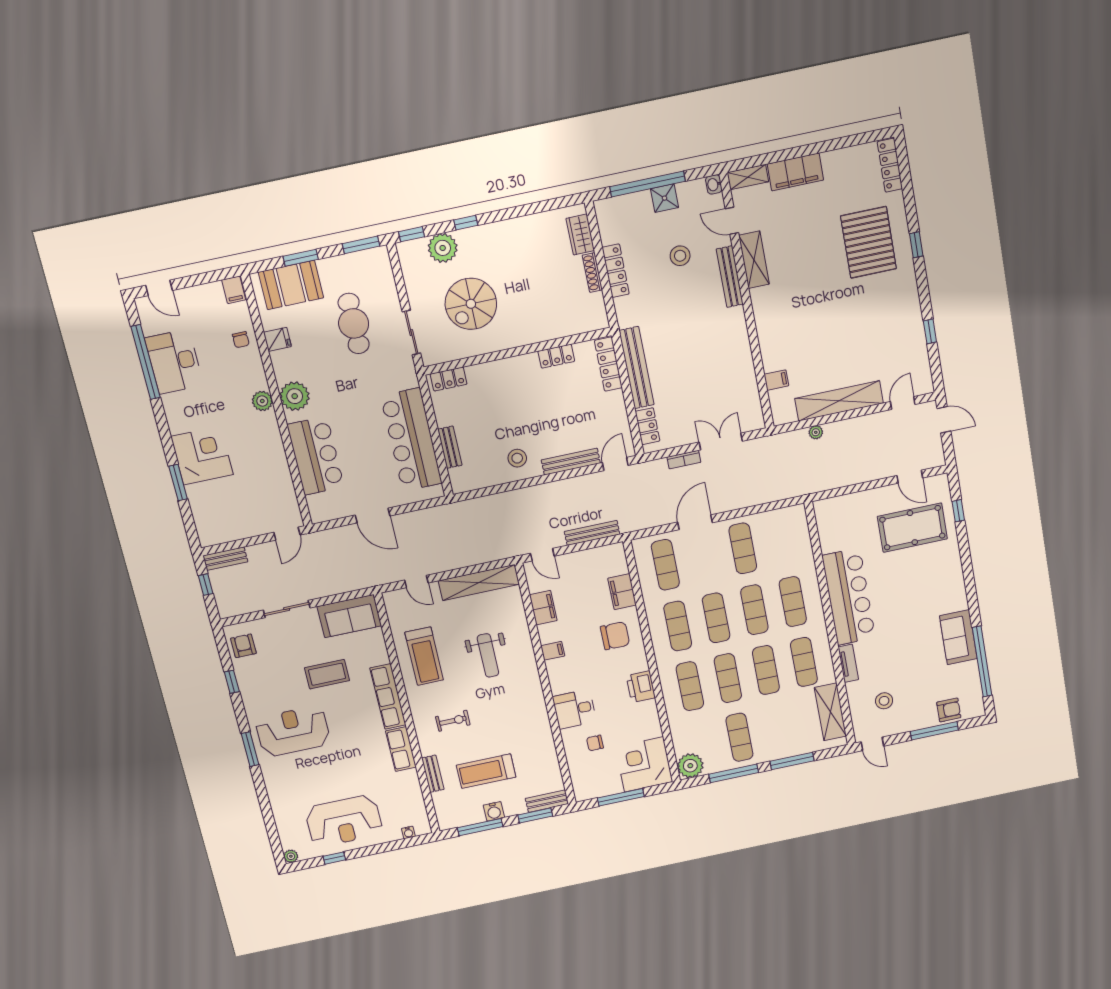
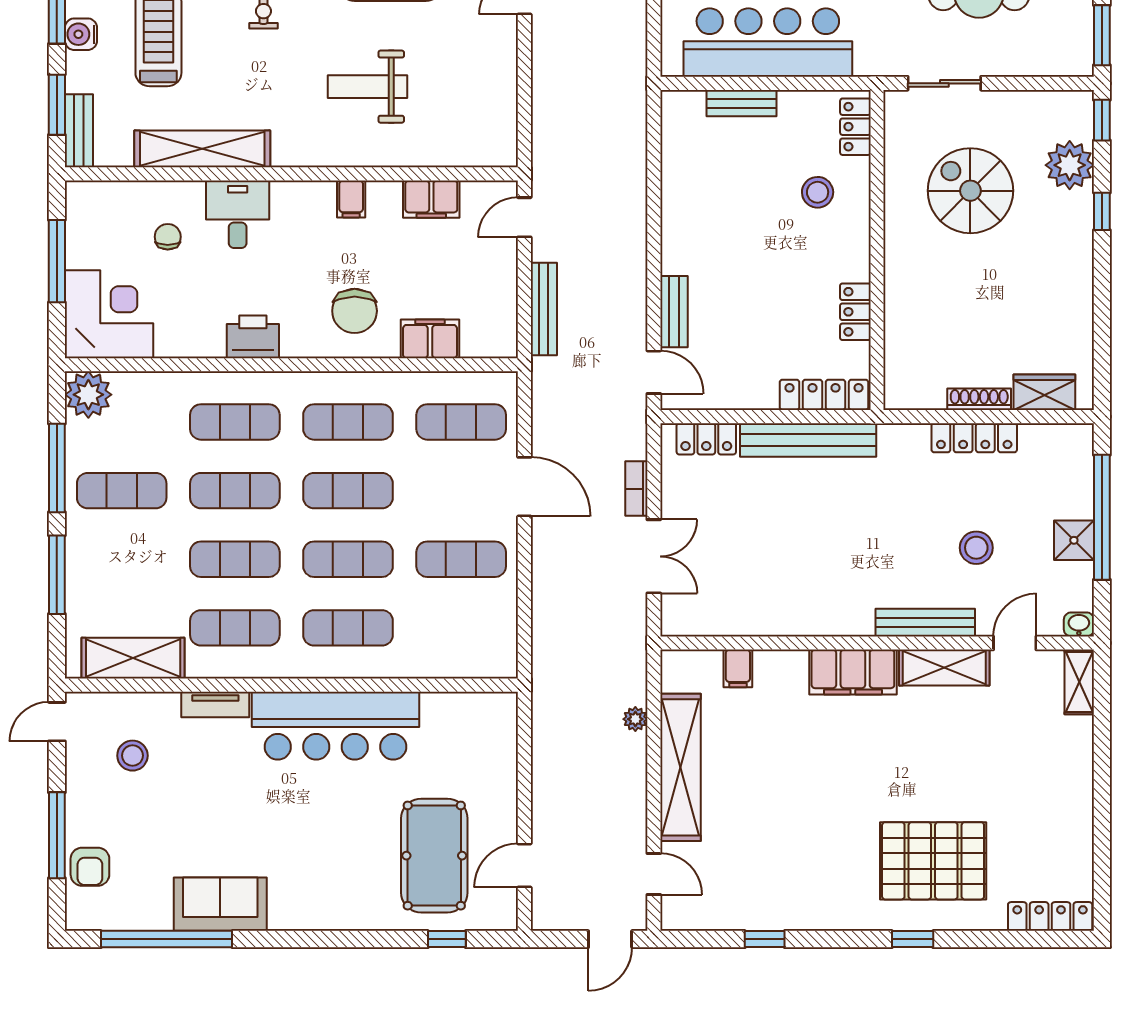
filing cabinet: (795, 172) -> (853, 672), moved, turned -90
stool: (517, 458) -> (818, 192), moved
bench: (571, 462) -> (674, 312), width x0.73
shelving: (479, 583) -> (202, 149), moved, turned 90

